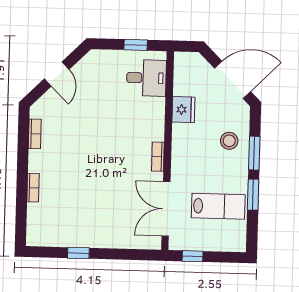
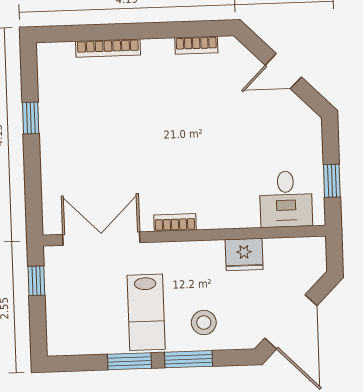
bookcase: (33, 188) -> (108, 48), width x1.56
lab bench: (218, 206) -> (146, 312), moved

